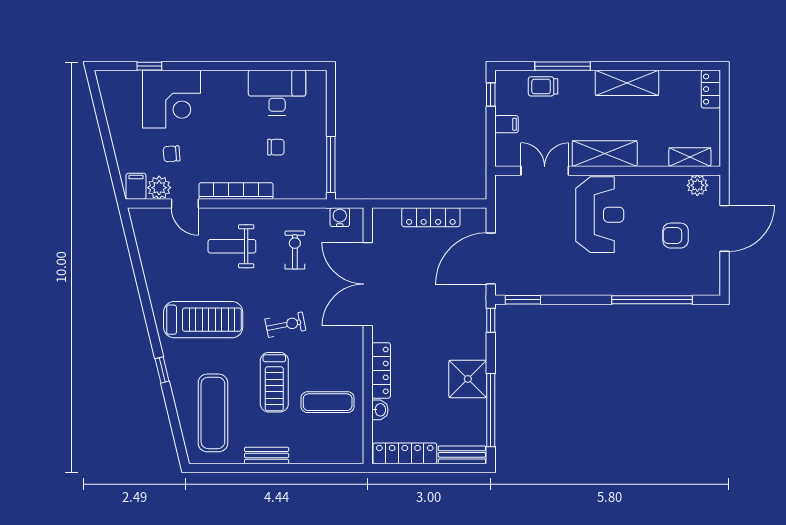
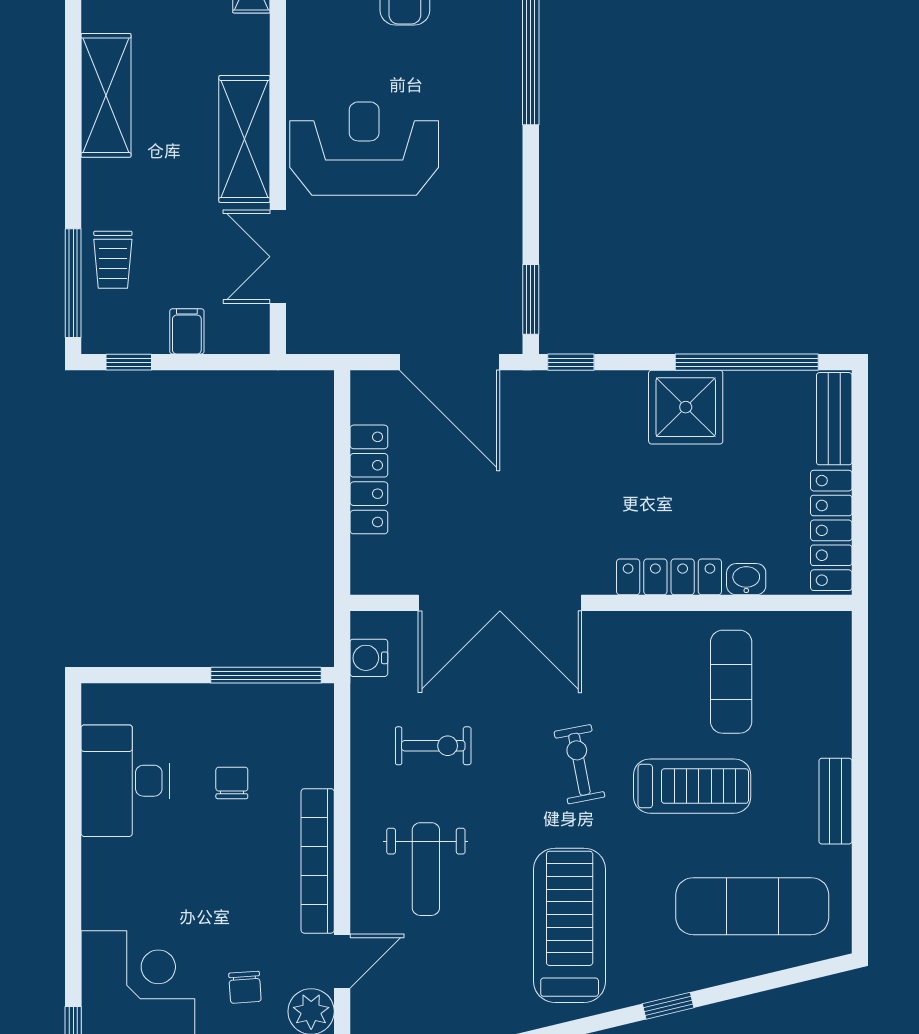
window: (563, 66) -> (73, 283), moved
exercise bike: (295, 250) -> (433, 746), turned 180

